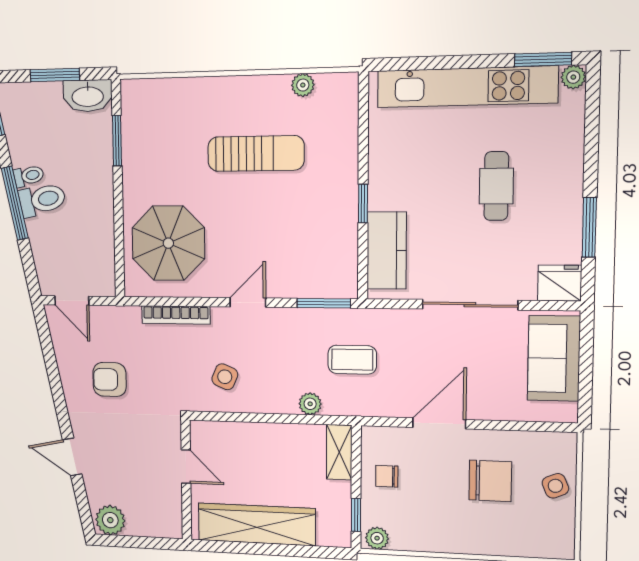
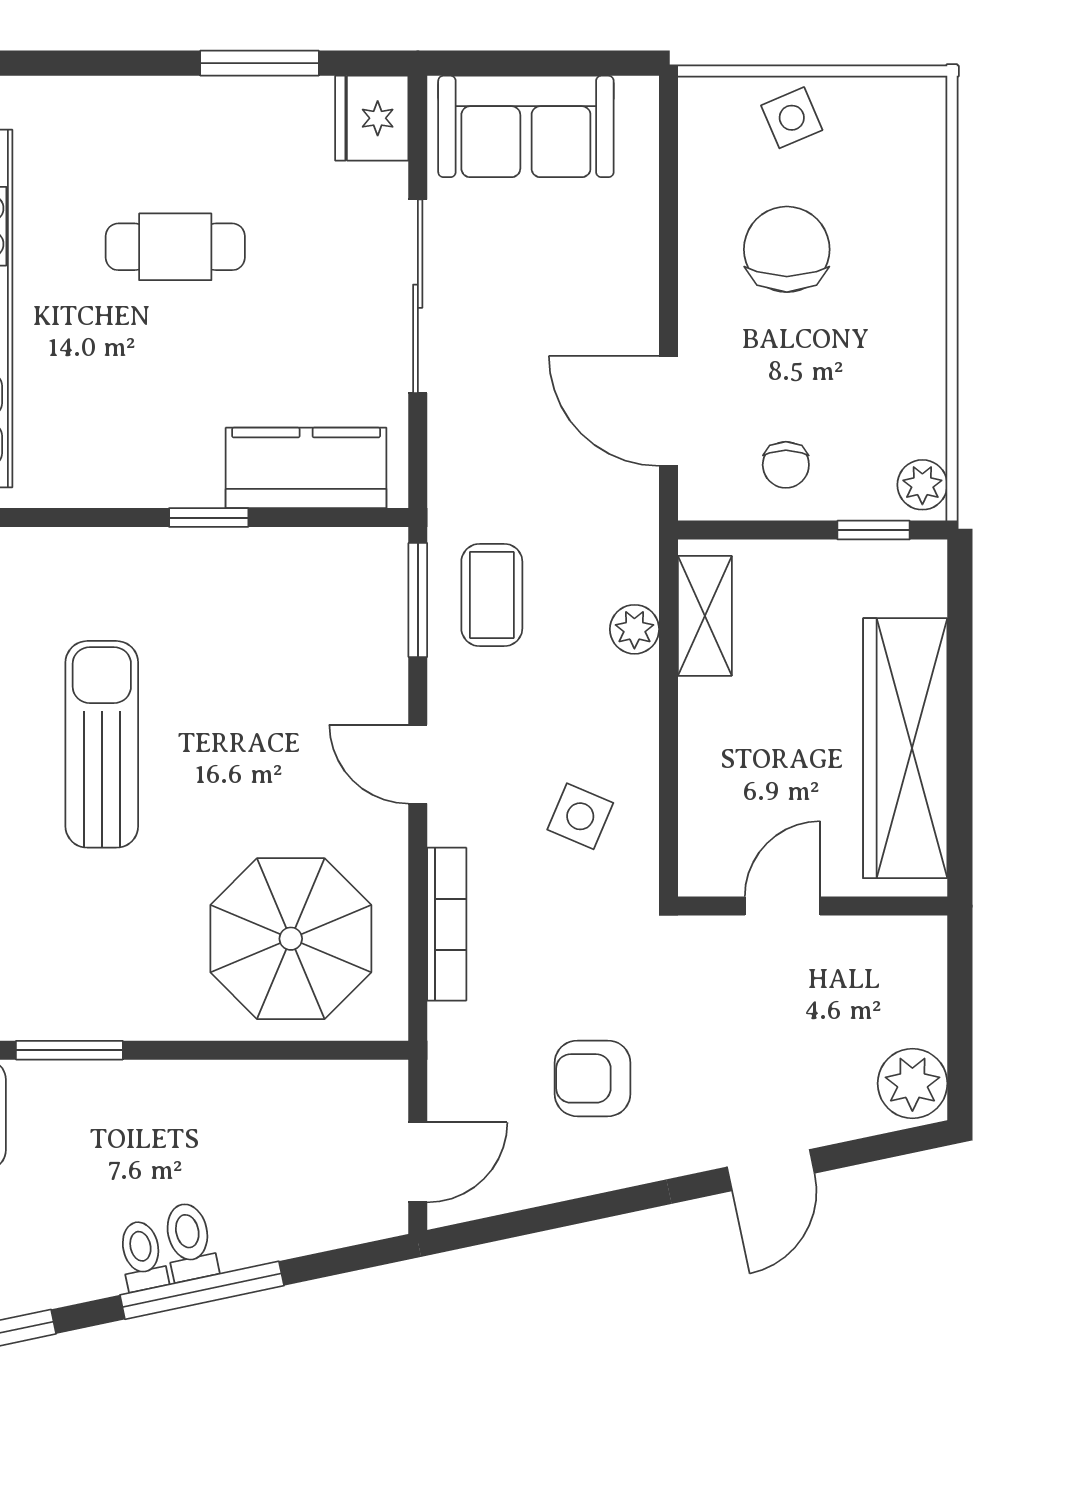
toilet: (42, 200) -> (189, 1242), width x0.73, depth x0.72
coffee table: (352, 360) -> (492, 595), moved
armchair: (110, 379) -> (593, 1078), turned 90
door: (439, 423) -> (668, 411), moved
shelving: (339, 452) -> (705, 616), moved, turned 90

